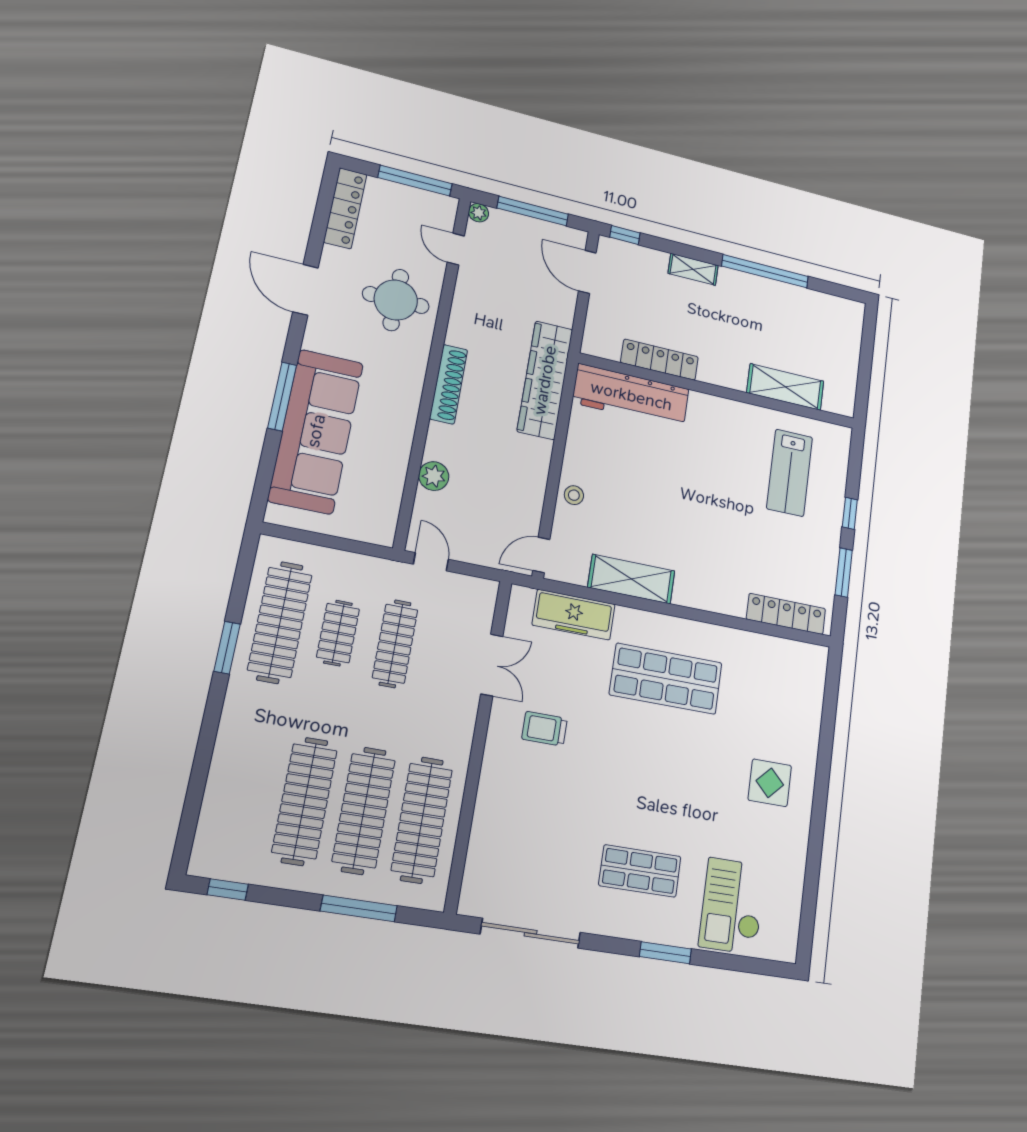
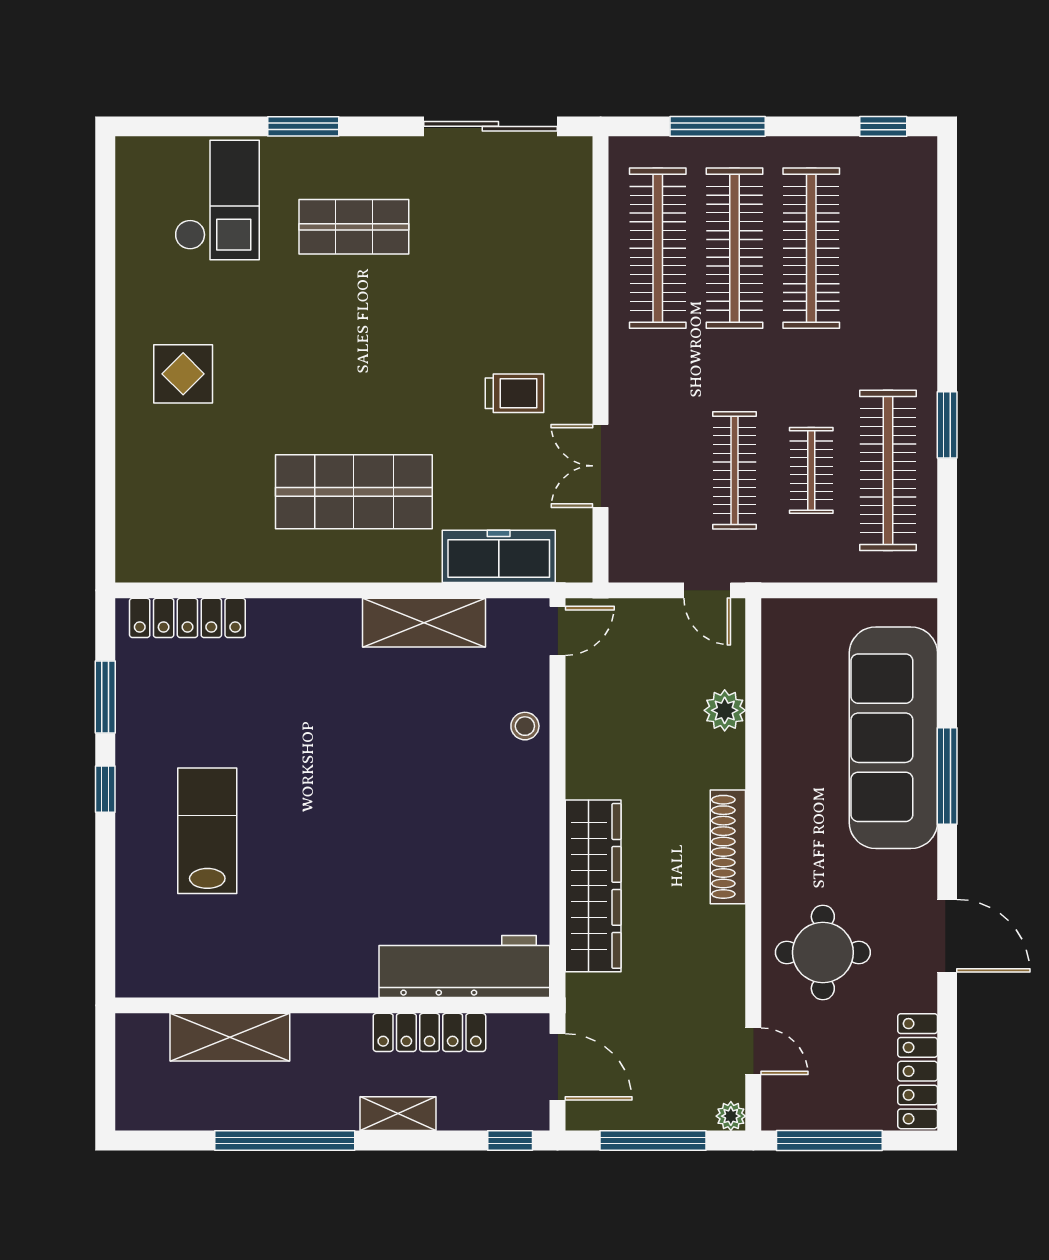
locker: (660, 360) -> (429, 1032), moved
shelving: (785, 387) -> (230, 1037), moved
wall: (719, 391) -> (332, 1005), moved
workbench: (631, 396) -> (464, 966), moved

